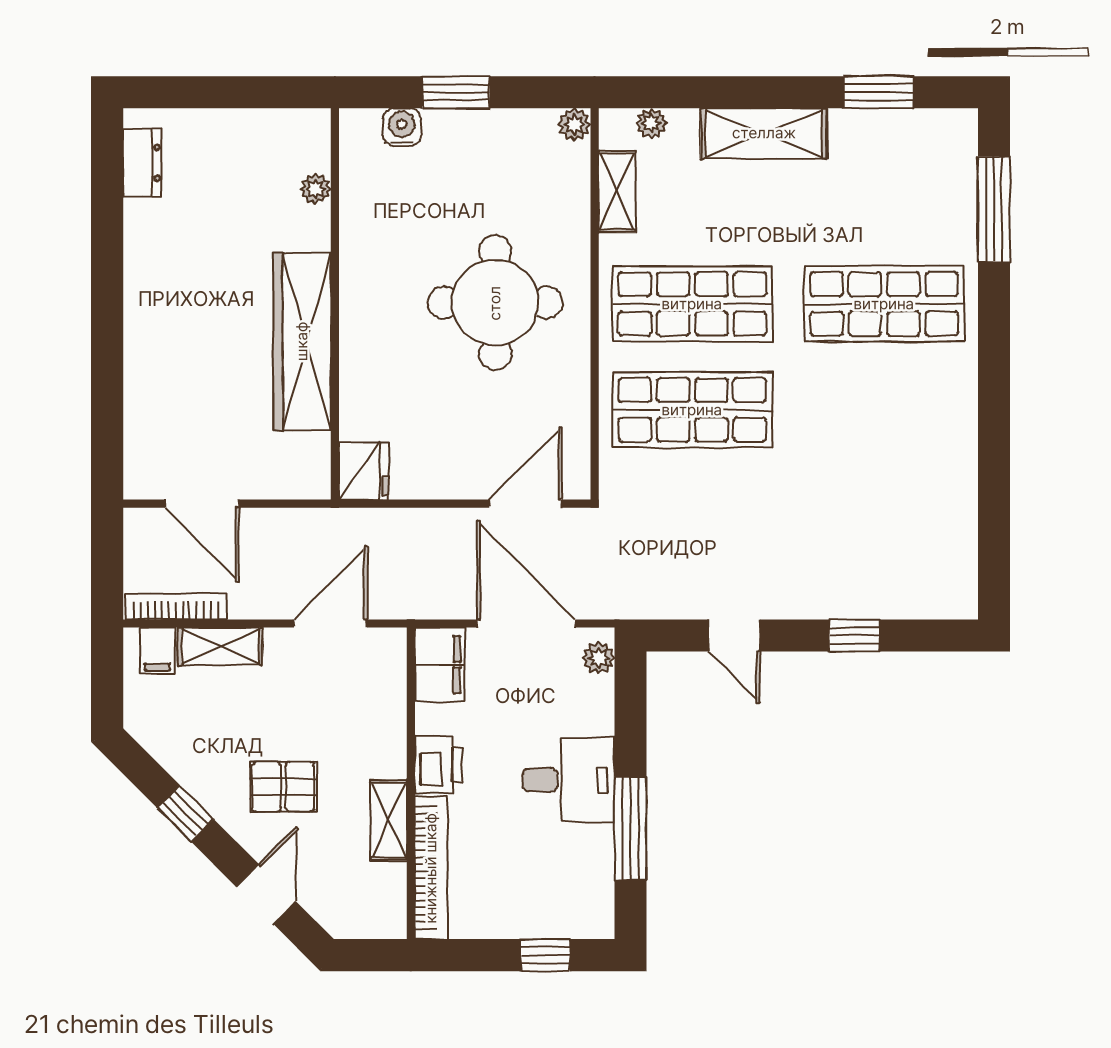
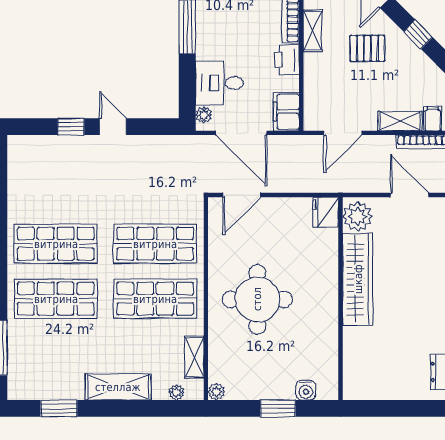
plant: (316, 189) -> (358, 216), moved, width x1.88, depth x1.88
shop shelf: (884, 410) -> (56, 244), added
door: (734, 635) -> (113, 127), moved
desk: (569, 780) -> (219, 83), moved

